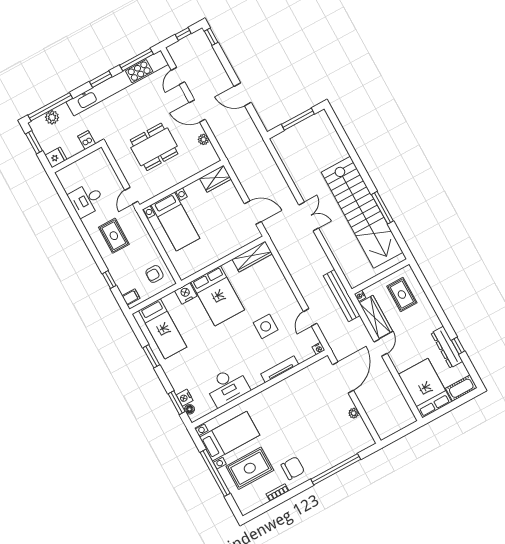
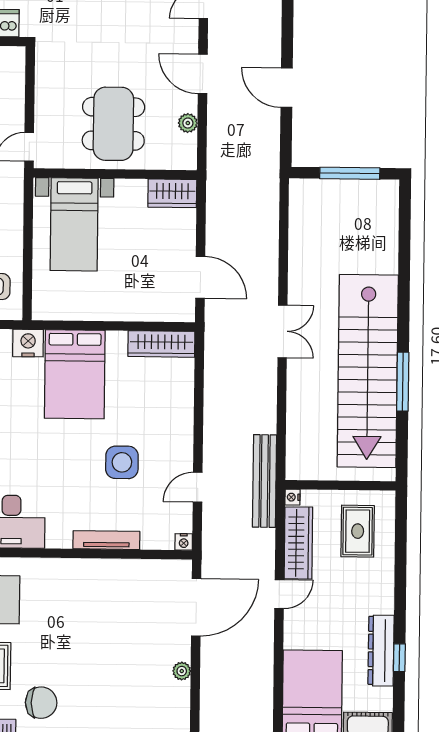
dining table: (154, 147) -> (113, 124), moved, turned 90

